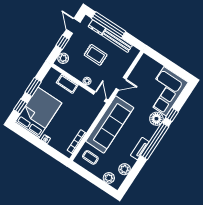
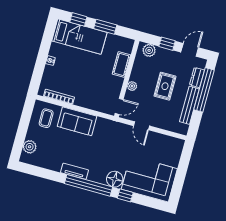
bed: (38, 113) -> (79, 37), width x0.67
sofa: (110, 124) -> (77, 121), width x0.54, depth x0.79
plant: (124, 169) -> (45, 161), removed

